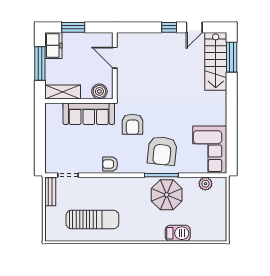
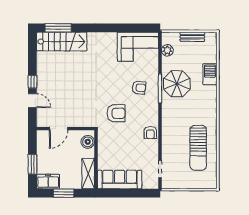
door: (194, 27) -> (32, 101), moved
window: (40, 63) -> (64, 193), width x0.69
sofa: (89, 114) -> (120, 179), moved, turned -90
armchair: (162, 151) -> (139, 88), width x0.53, depth x0.53
bench: (50, 192) -> (192, 37), moved
sun lounger: (92, 220) -> (198, 148), turned 180

